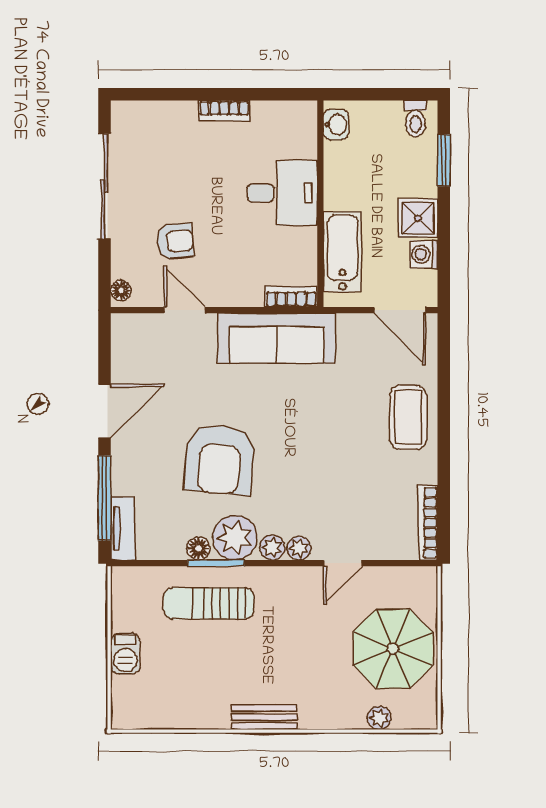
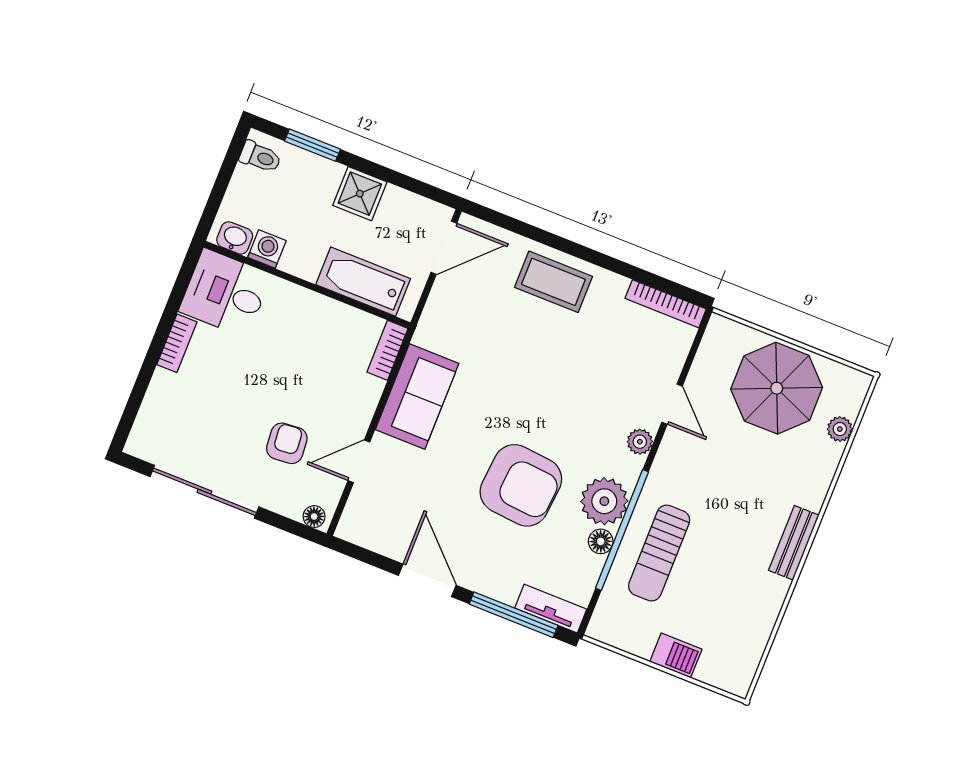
desk: (282, 193) -> (225, 293), moved, turned -90
washing machine: (424, 254) -> (267, 249), moved, turned 180
sofa: (277, 338) -> (417, 397), width x0.73
plant: (272, 548) -> (629, 468), removed
window: (216, 563) -> (622, 530), width x2.11

